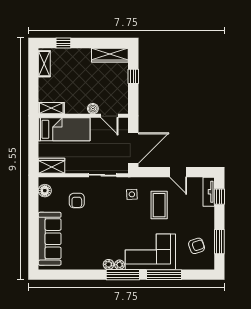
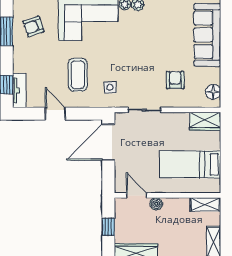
shelving: (51, 108) -> (205, 204), moved
boiler: (93, 109) -> (156, 204), moved
wall: (83, 116) -> (167, 195), moved
door: (110, 116) -> (137, 195), moved

